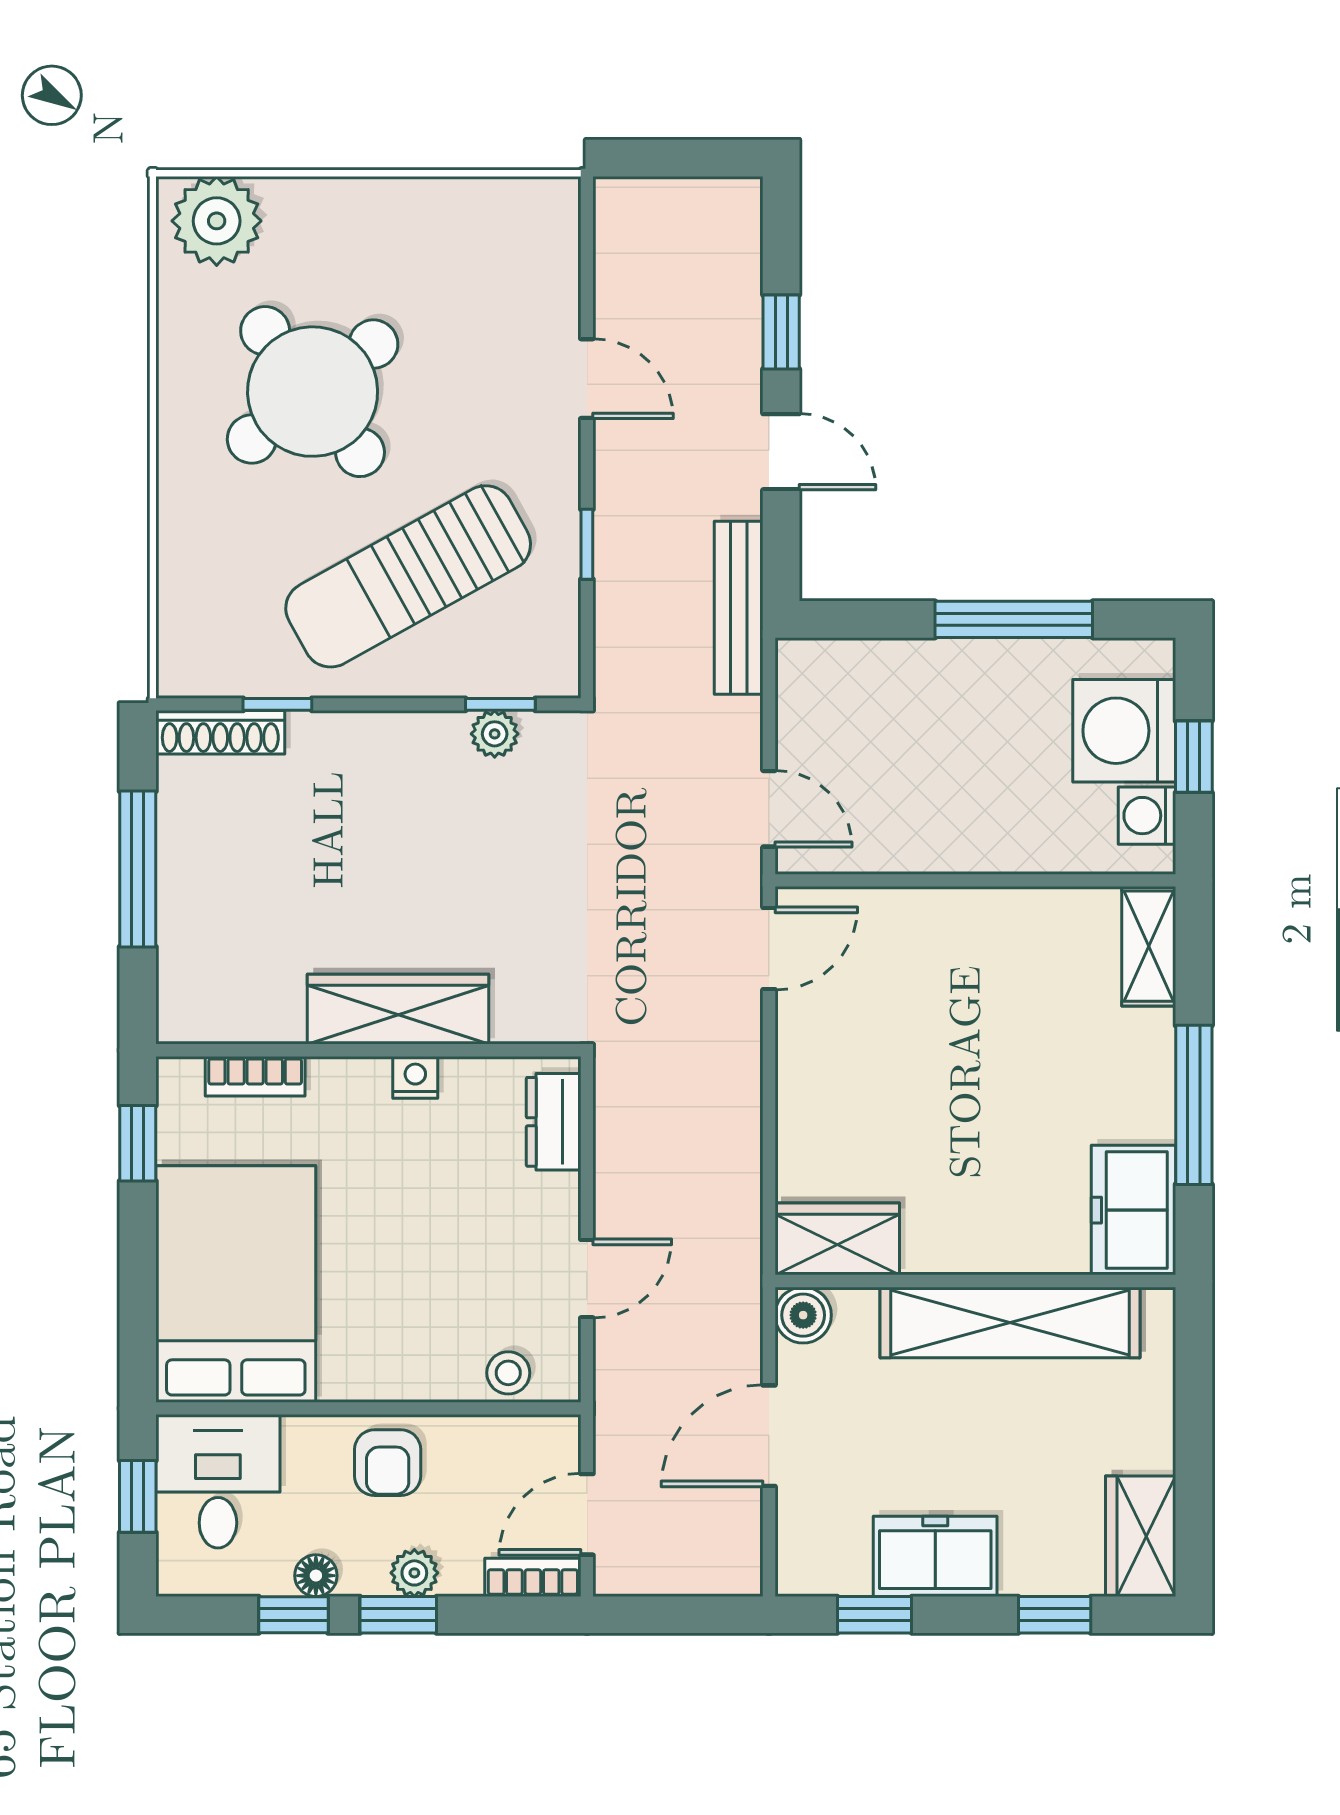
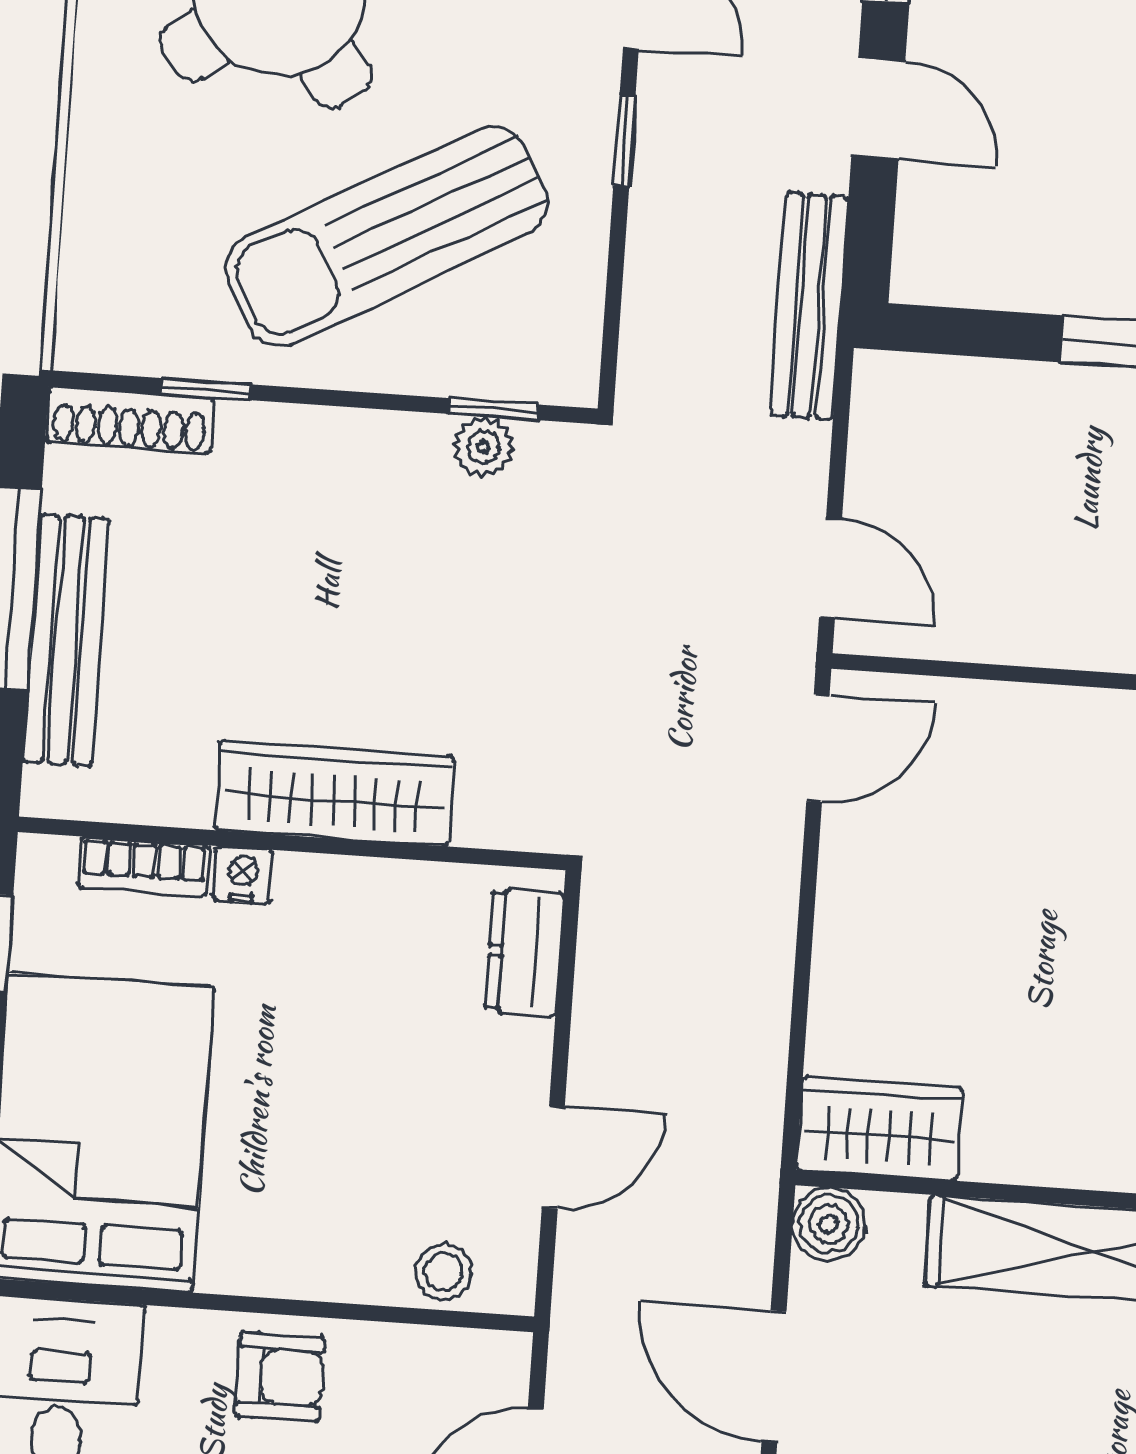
window: (587, 544) -> (624, 141), moved
bench: (183, 906) -> (66, 640), added
nightstand: (415, 1077) -> (243, 875), moved
door: (769, 1436) -> (774, 1377), hinge flipped
armchair: (388, 1463) -> (280, 1377), turned -90

